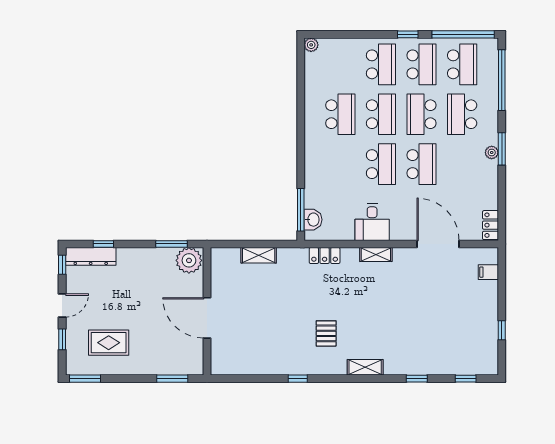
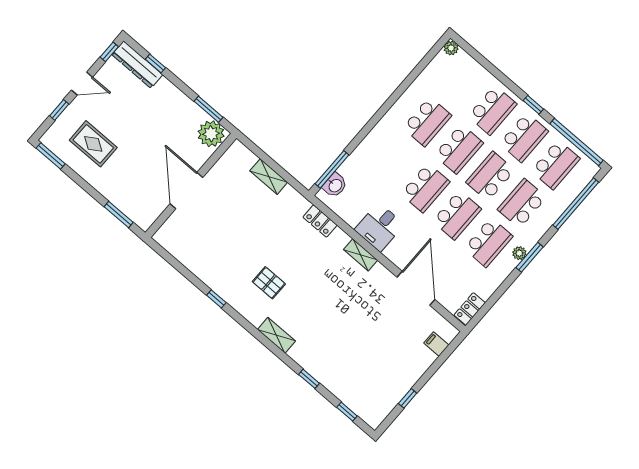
school desk: (462, 164) -> (488, 242), added
pallet: (326, 333) -> (269, 283), turned 90

